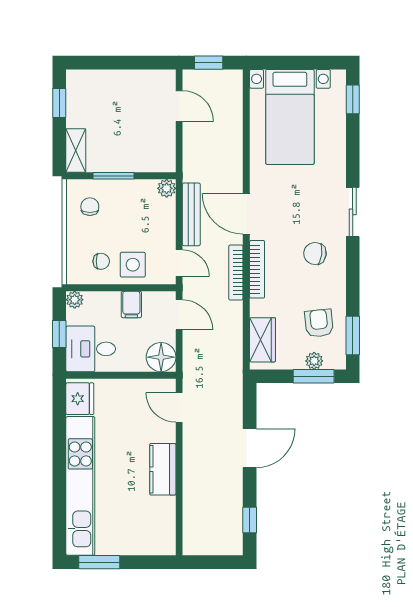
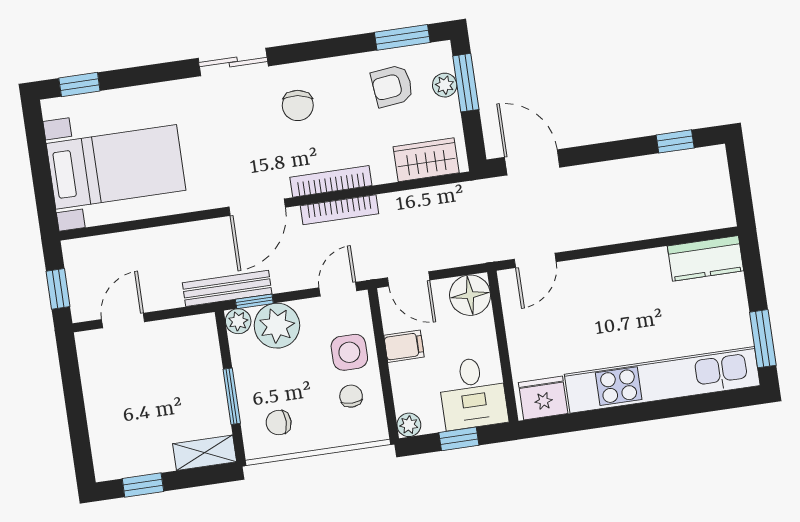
window: (179, 202) -> (254, 301), added
bench: (191, 214) -> (227, 288), moved
plant: (159, 216) -> (277, 326), added
door: (179, 315) -> (409, 279), swing flipped
door: (250, 448) -> (532, 162), moved
kitchen counter: (163, 469) -> (705, 258), moved

